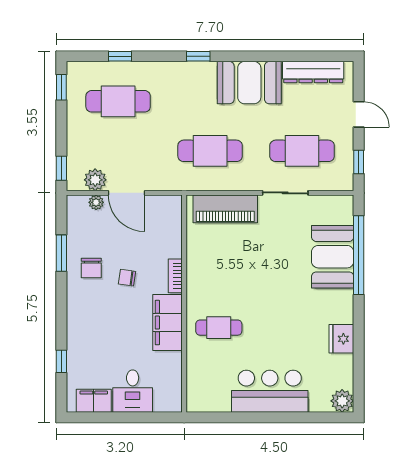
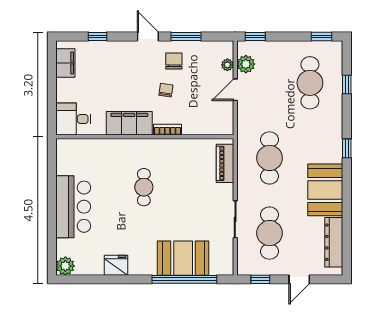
door: (126, 193) -> (235, 90), width x0.73
piano: (225, 209) -> (225, 163), width x0.73, depth x0.75
chair: (91, 268) -> (174, 61), turned 90
door: (61, 300) -> (148, 37), added
cafe table: (219, 328) -> (144, 187), moved
desk: (133, 391) -> (73, 119), moved

